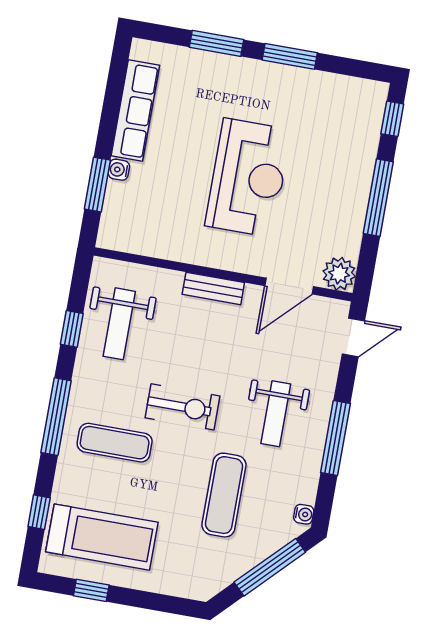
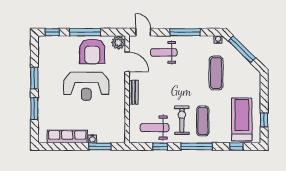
reception desk: (248, 178) -> (86, 86), turned 180
armchair: (329, 207) -> (92, 51), added
weight bench: (119, 324) -> (155, 128), turned 180
exercise bike: (183, 407) -> (182, 120), moved
weight bench: (276, 414) -> (164, 52), moved, turned 180
exercise mat: (224, 495) -> (216, 73), turned 90

